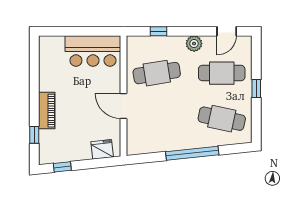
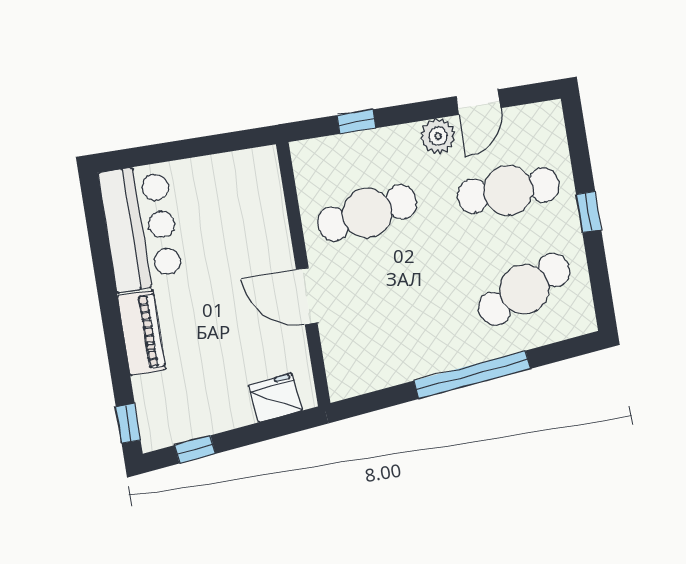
door: (227, 31) -> (478, 102), moved
bar counter: (93, 51) -> (141, 228), moved, turned -90
cafe table: (222, 119) -> (524, 289), turned -36
window: (34, 135) -> (128, 423), moved

